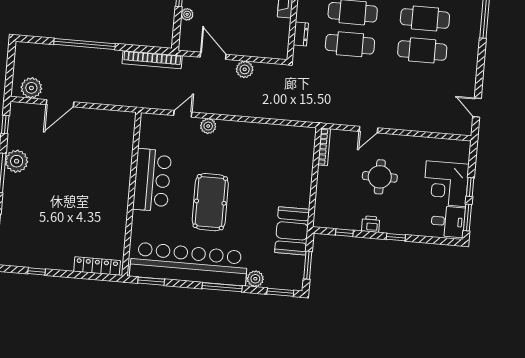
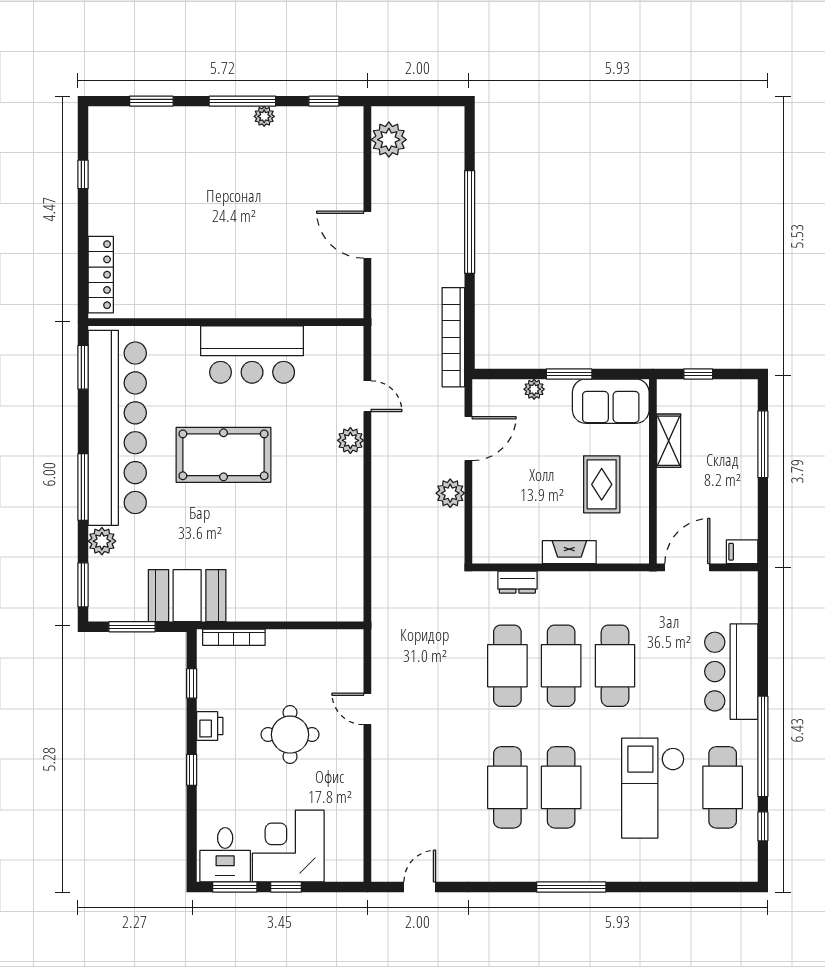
door: (60, 103) -> (367, 235), moved
bookcase: (324, 147) -> (234, 637), moved
plant: (17, 161) -> (264, 116), width x0.53, depth x0.53

